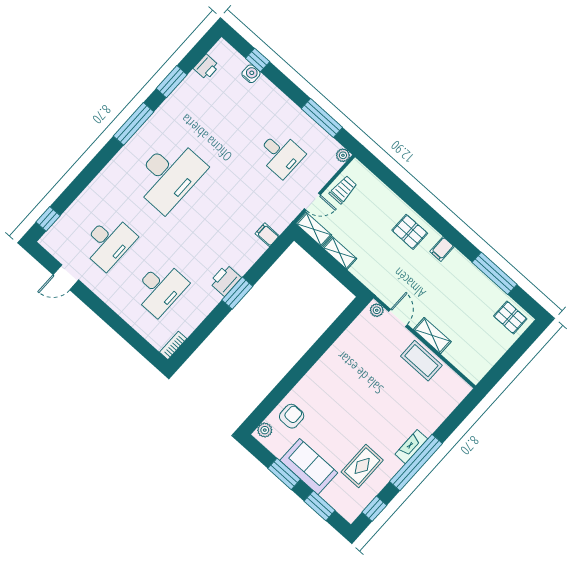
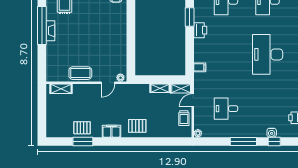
window: (322, 118) -> (243, 141), moved
filing cabinet: (442, 249) -> (111, 131), width x2.00
window: (494, 273) -> (83, 141), width x0.69
window: (237, 293) -> (190, 17), moved
pallet: (510, 317) -> (82, 128), moved
door: (398, 318) -> (108, 83), hinge flipped
shelving: (432, 336) -> (61, 89), moved

